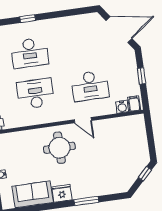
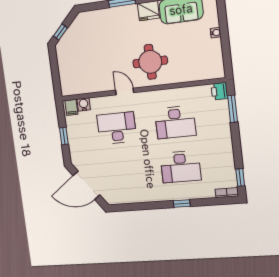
desk: (30, 53) -> (181, 167), turned 180

